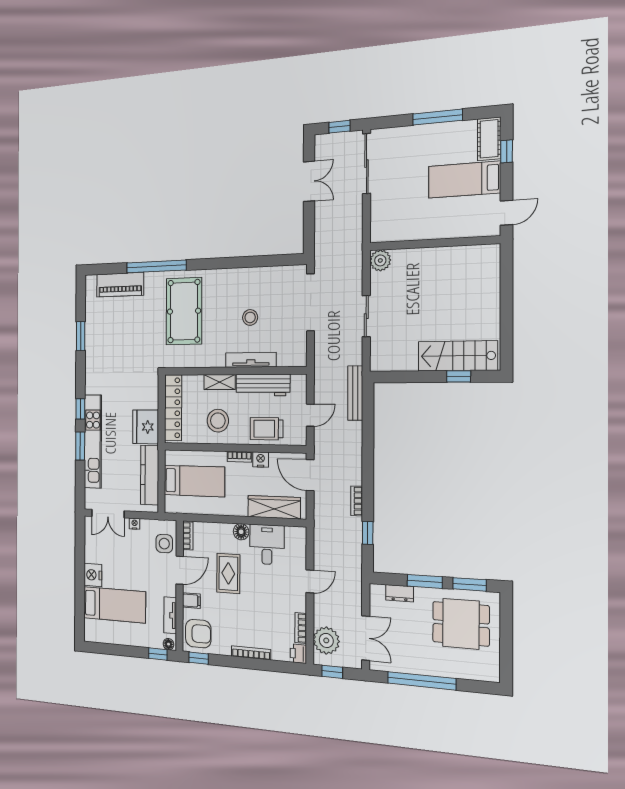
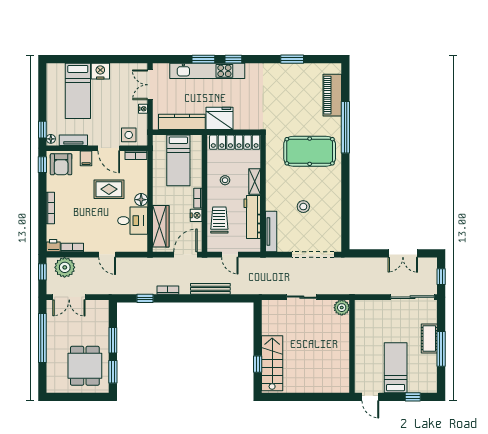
cot: (489, 139) -> (429, 338), moved, turned 90
tv unit: (251, 360) -> (271, 232), moved
bench: (355, 393) -> (210, 289), moved
stool: (218, 421) -> (225, 180), width x0.53, depth x0.53
dresser: (399, 593) -> (103, 322), removed

